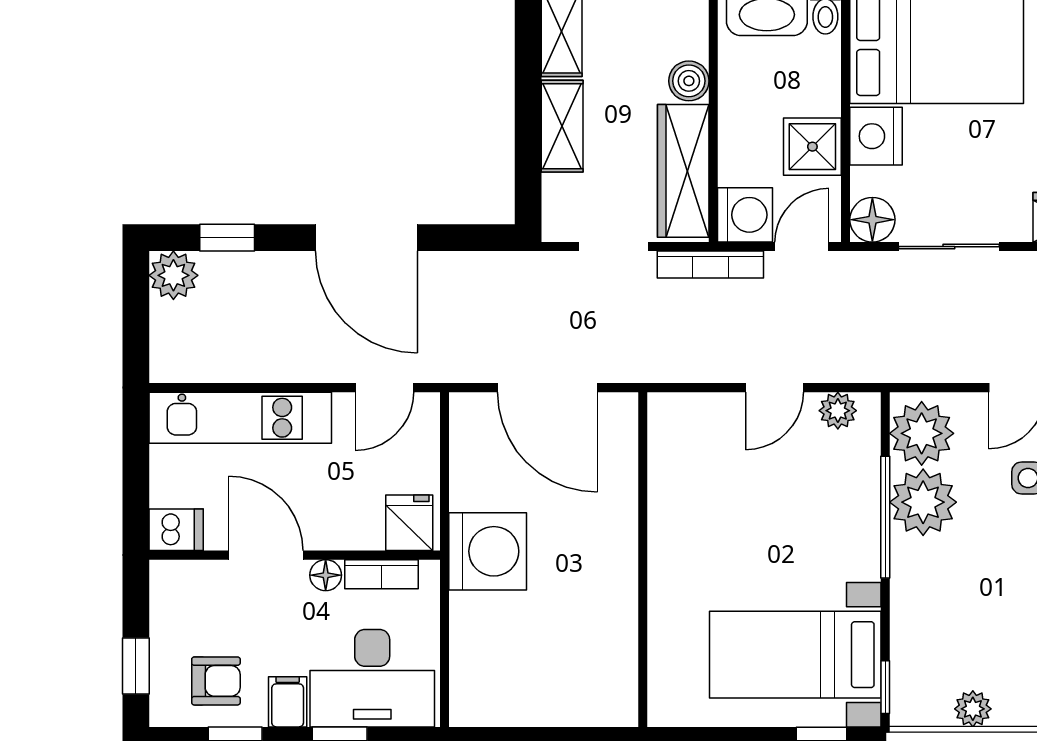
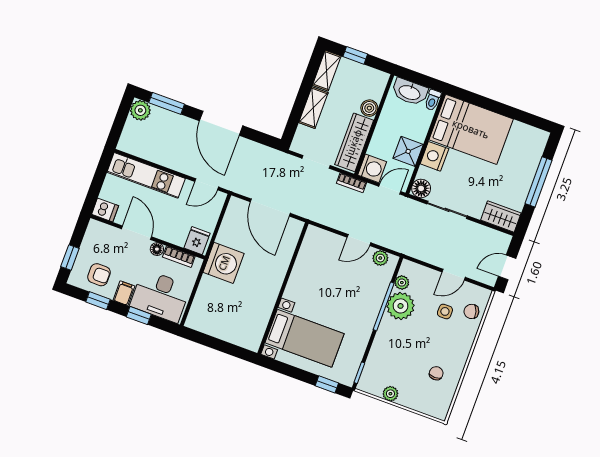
window: (227, 238) -> (167, 103), width x1.50
bookcase: (710, 265) -> (351, 183), width x0.64
plant: (922, 433) -> (402, 283), width x0.53, depth x0.53
bed with nightstands: (795, 655) -> (305, 338), moved, turned 180

